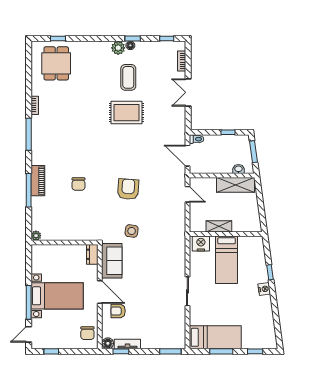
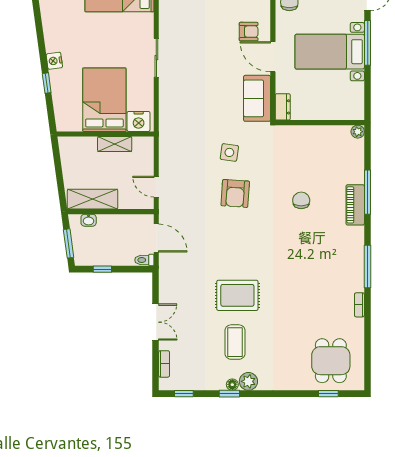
side table: (132, 231) -> (229, 152), moved
bed: (227, 260) -> (104, 100), width x1.50

